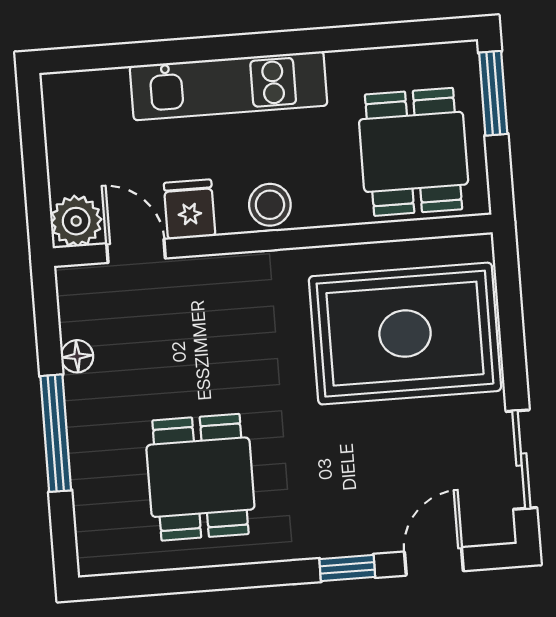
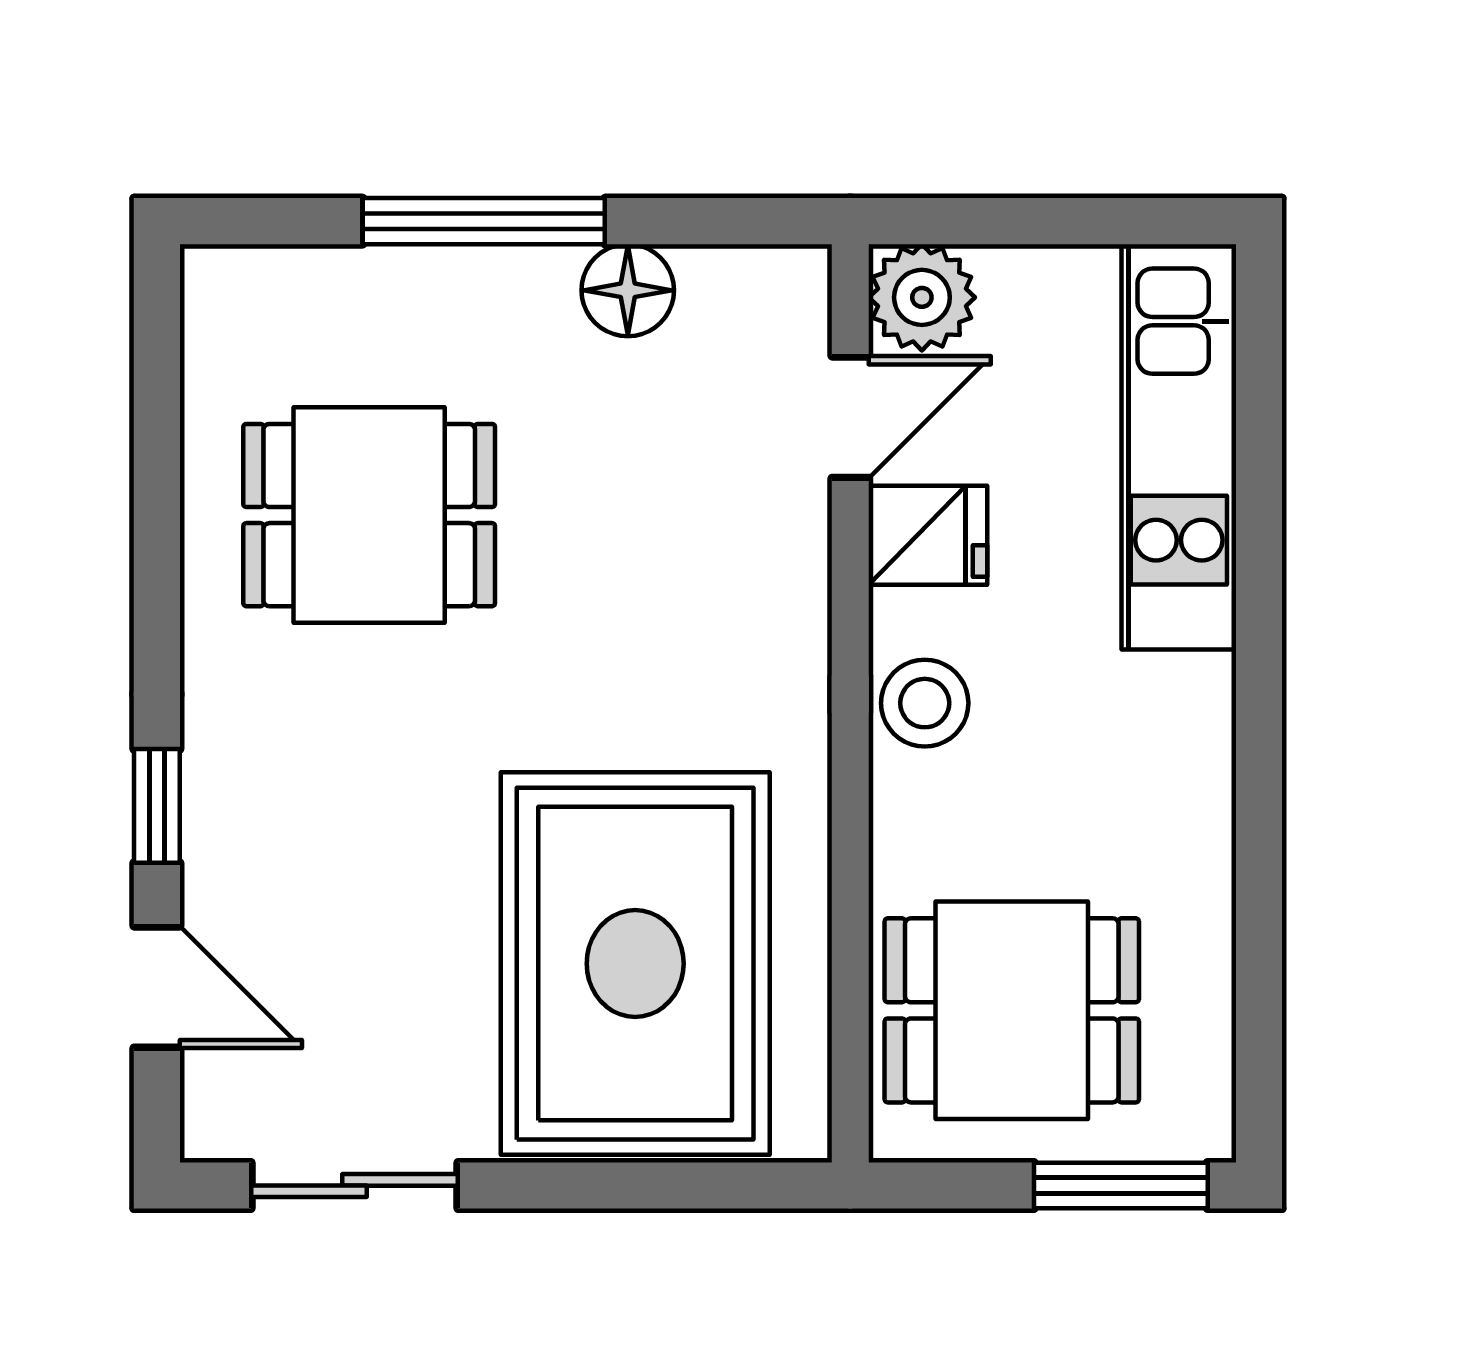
kitchen unit: (229, 86) -> (1179, 447), moved
floor lamp: (77, 356) -> (628, 290), width x1.37, depth x1.37

